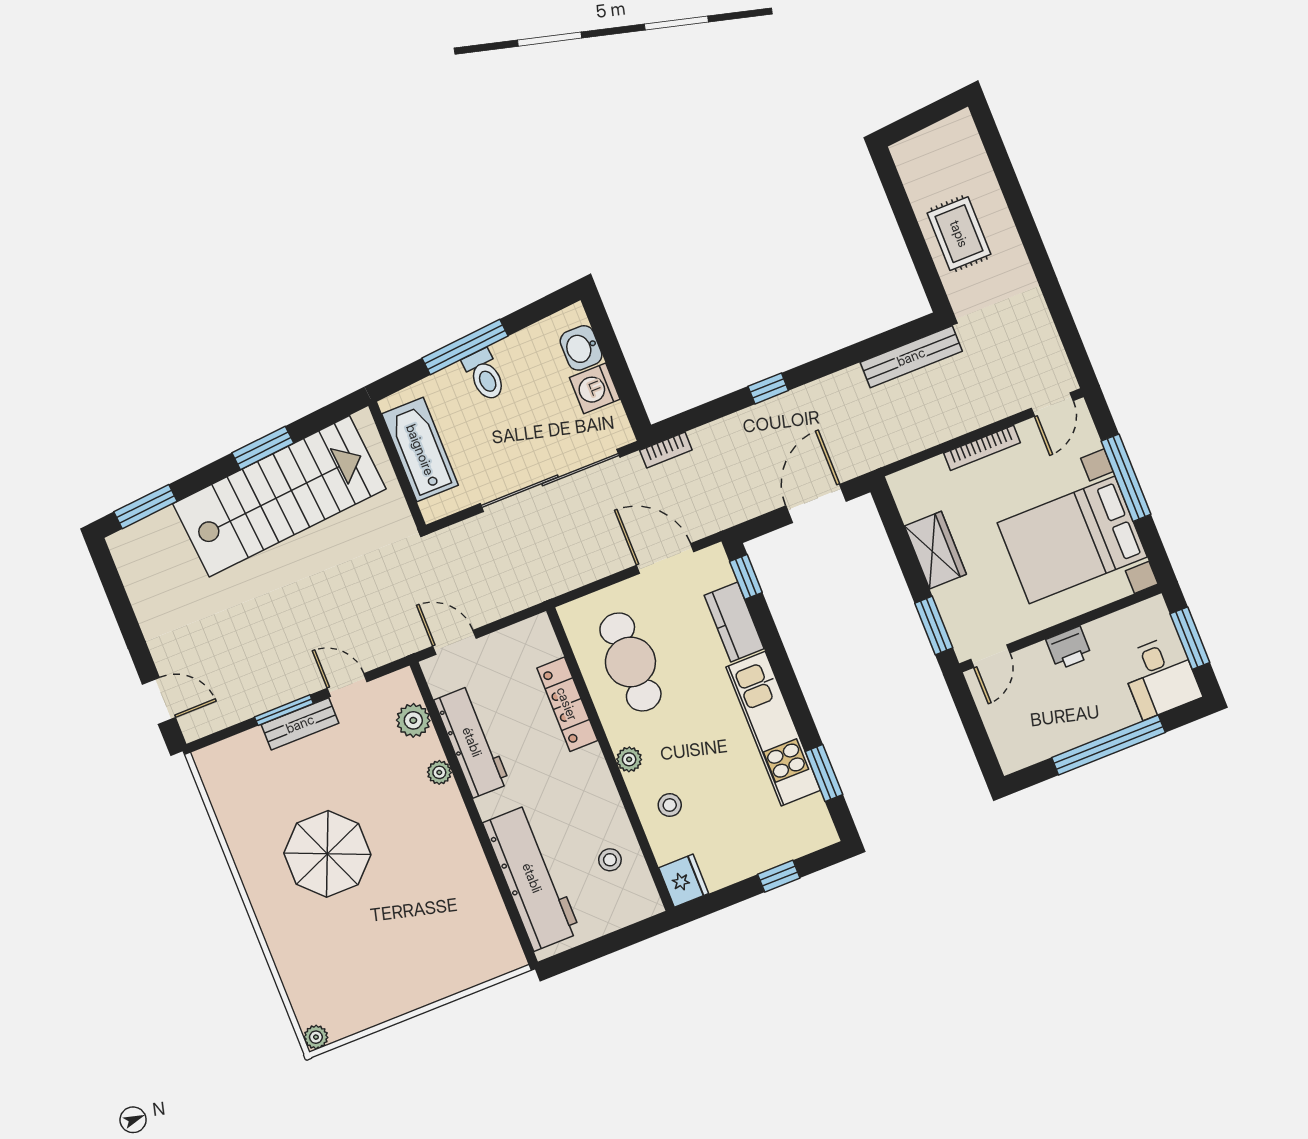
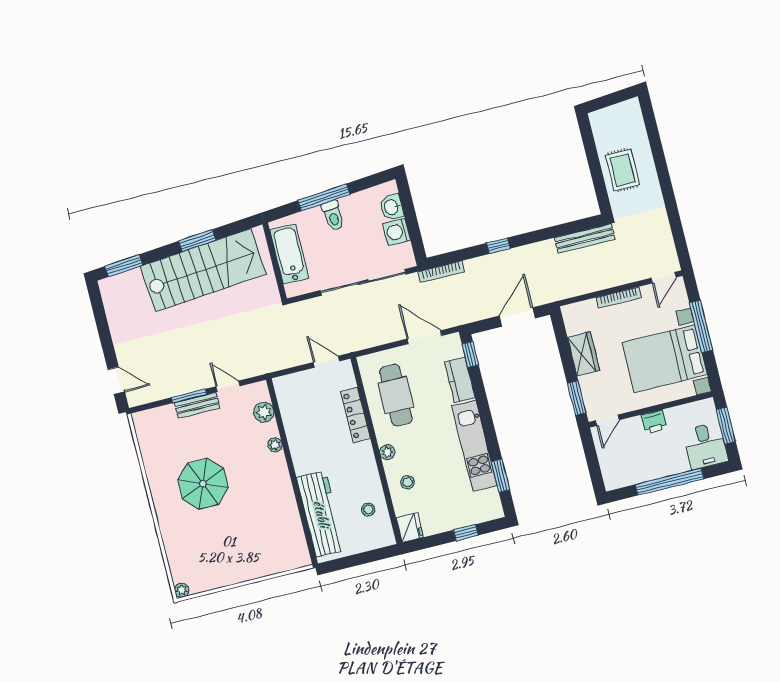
bookcase: (666, 450) -> (441, 272), width x1.56
door: (454, 642) -> (326, 362), moved
workbench: (472, 742) -> (296, 429), removed

